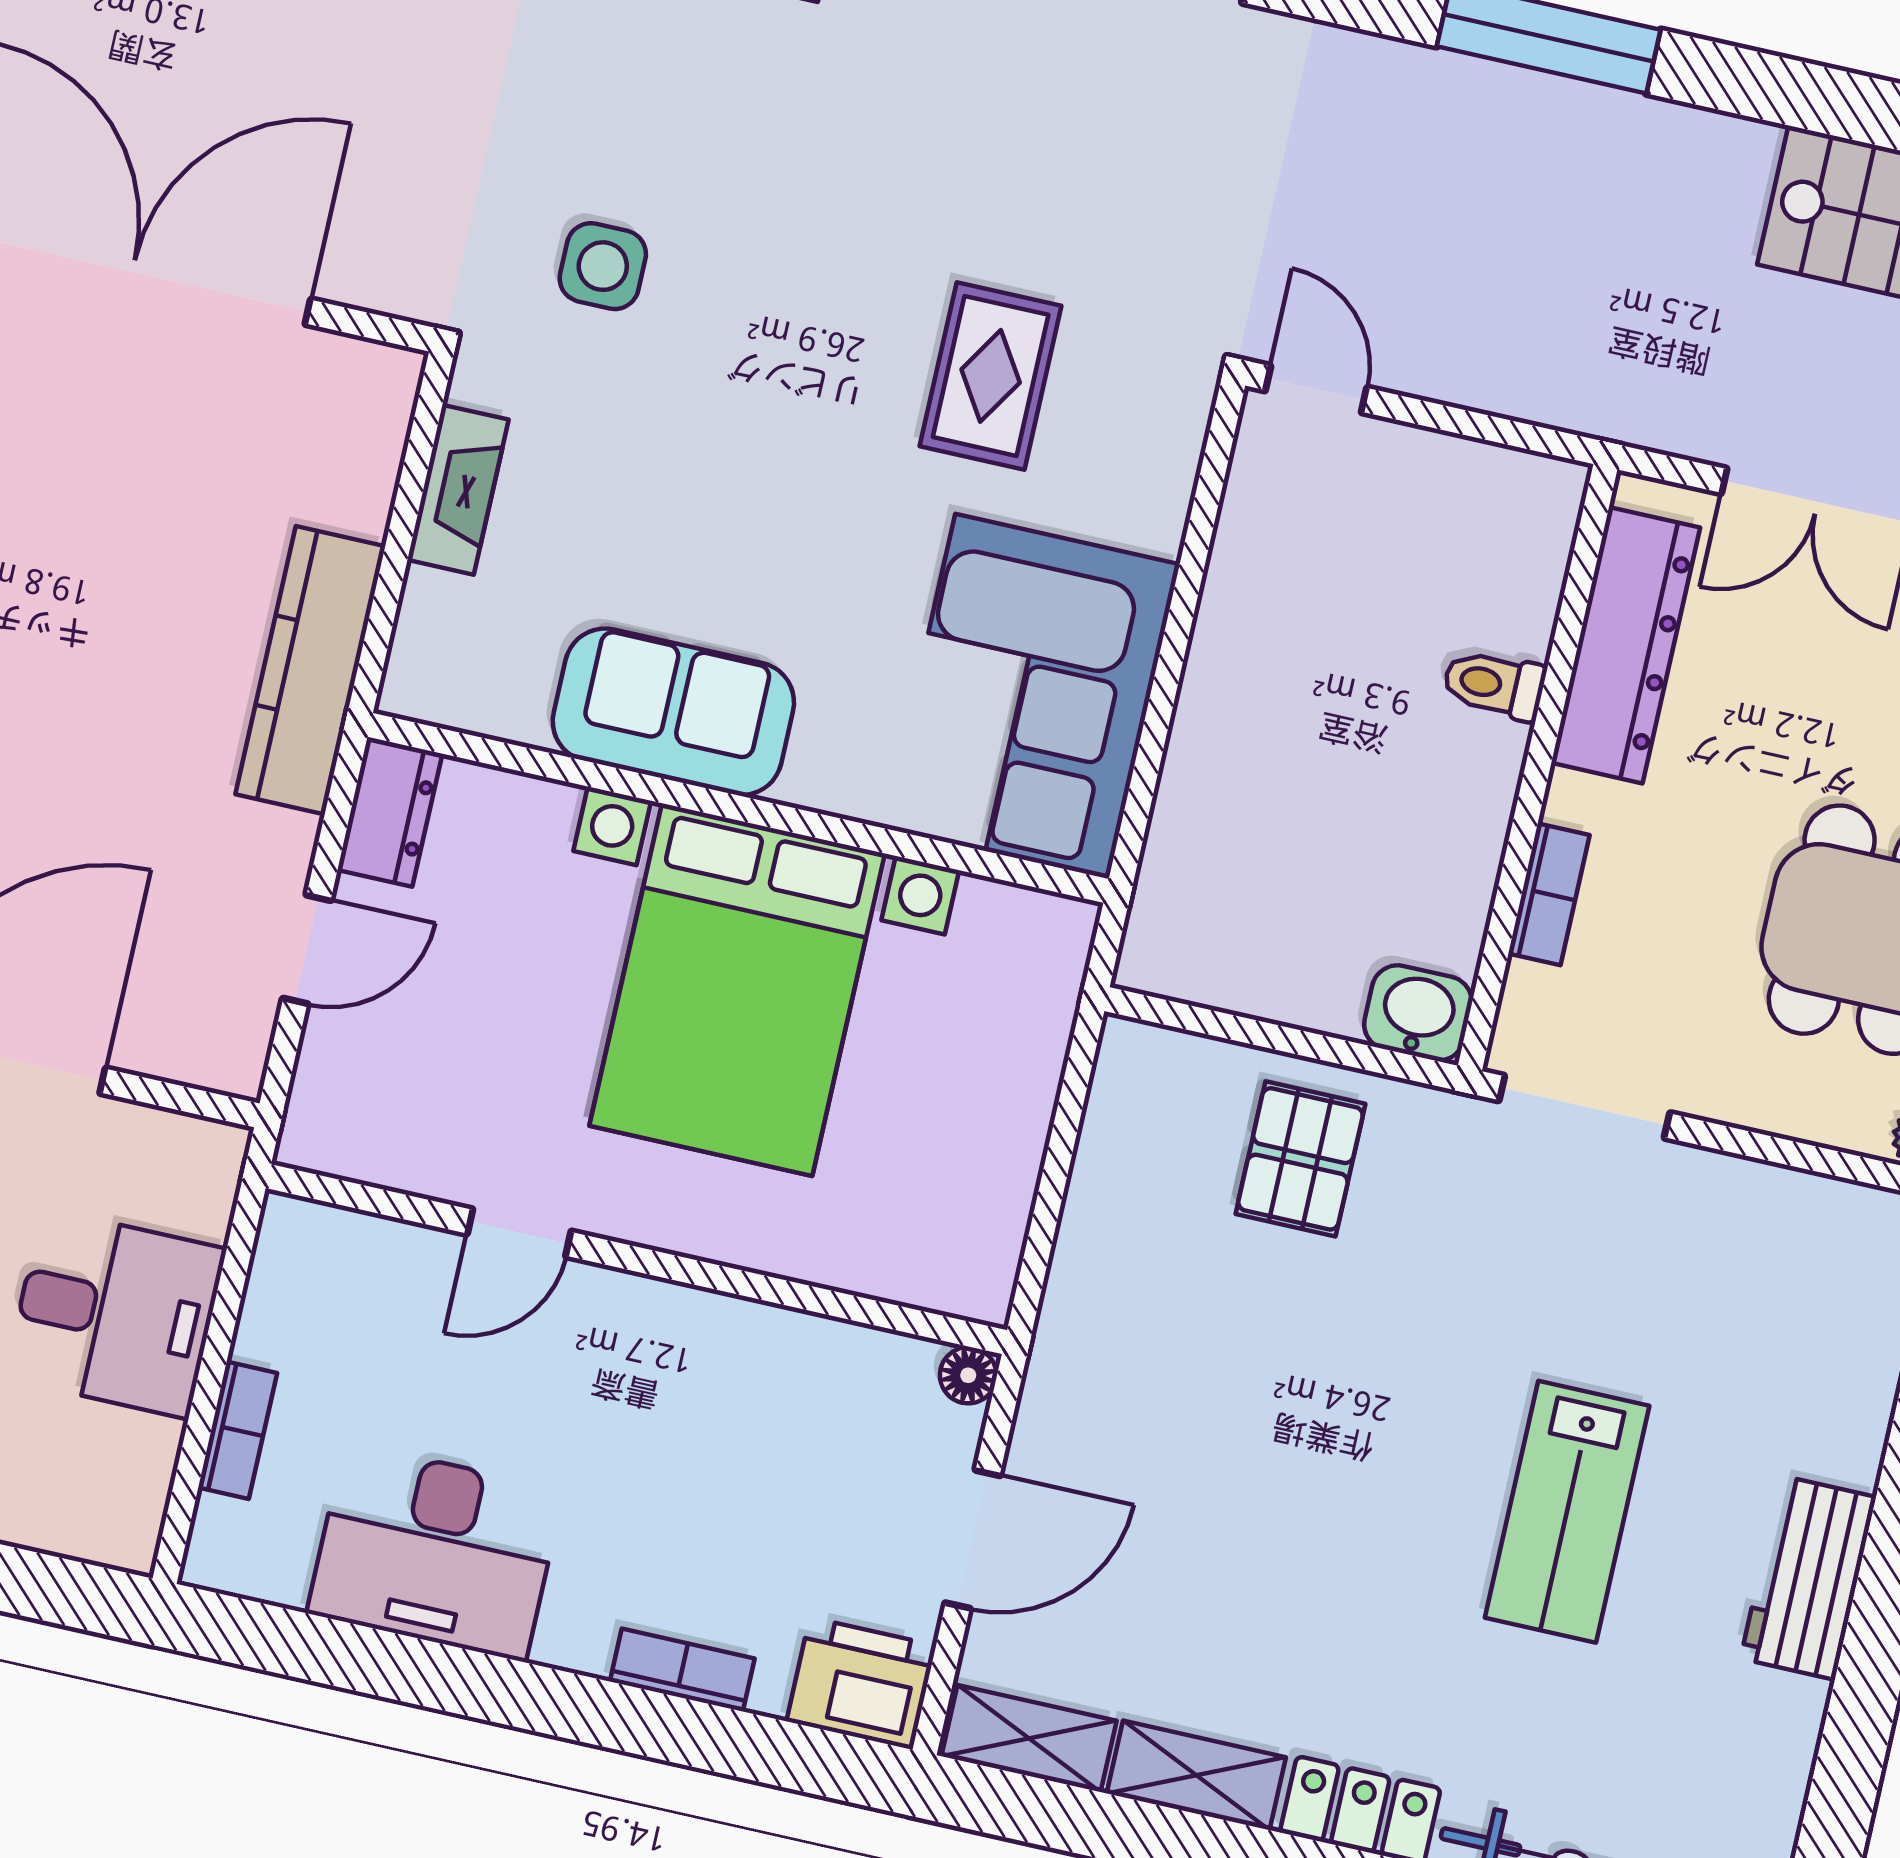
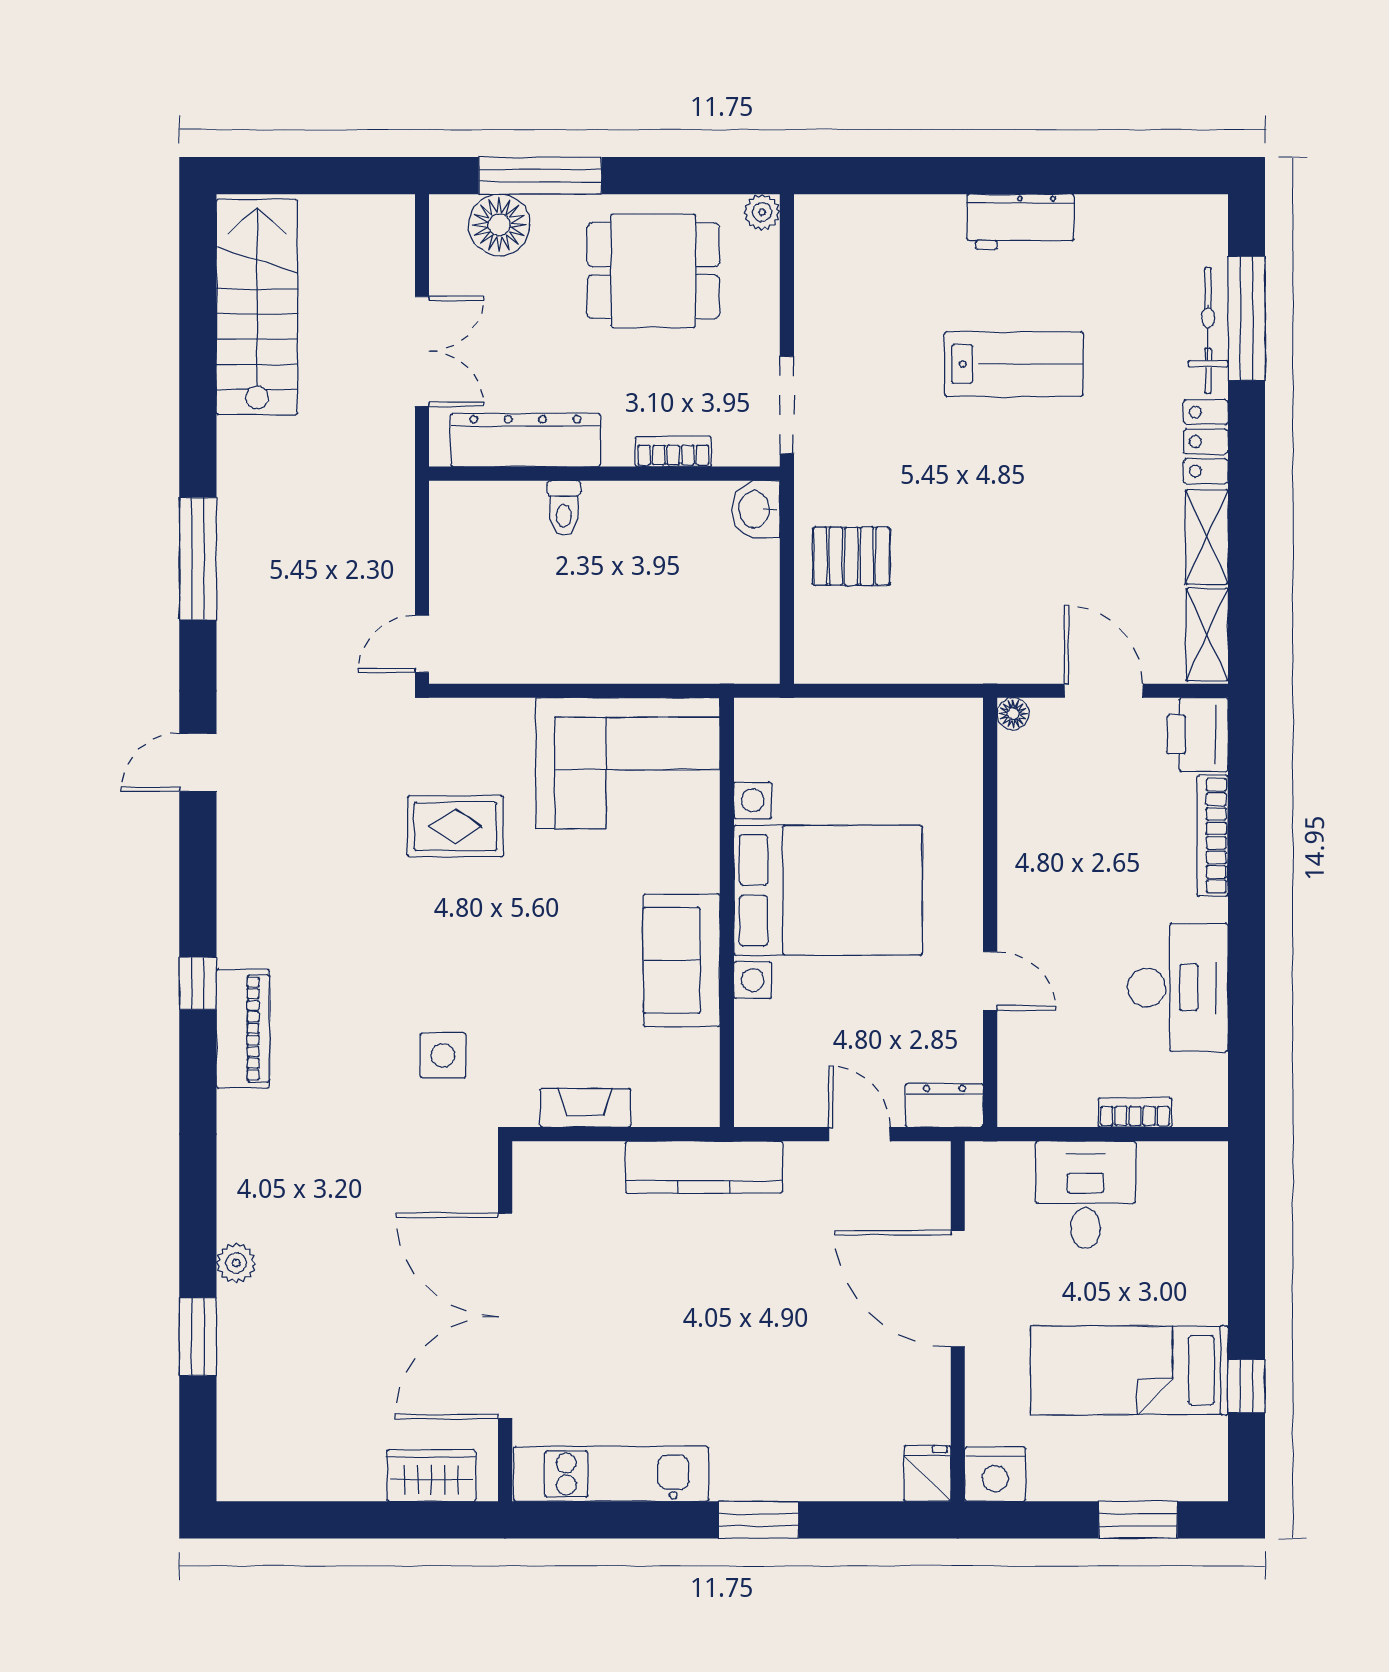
dresser: (390, 812) -> (944, 1105), moved
bookcase: (682, 1670) -> (1213, 836), width x1.56

